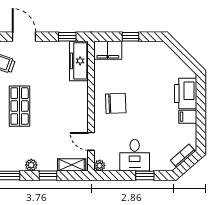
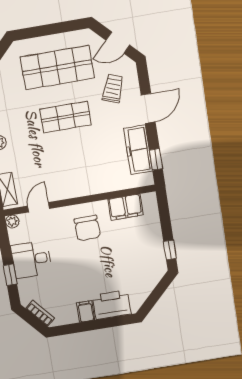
window: (131, 37) -> (170, 250), moved
filing cabinet: (108, 50) -> (125, 207), moved, turned -90
freezer: (79, 61) -> (138, 150), moved, turned -90

